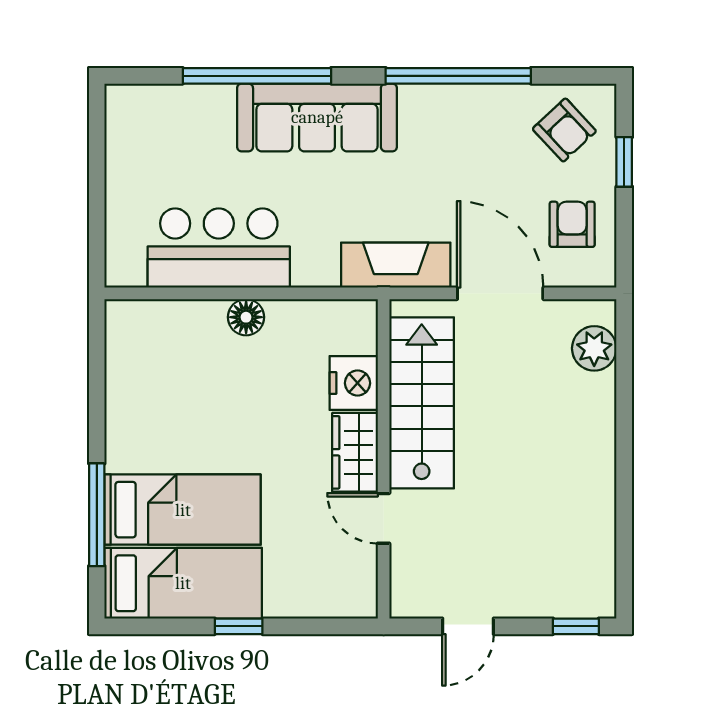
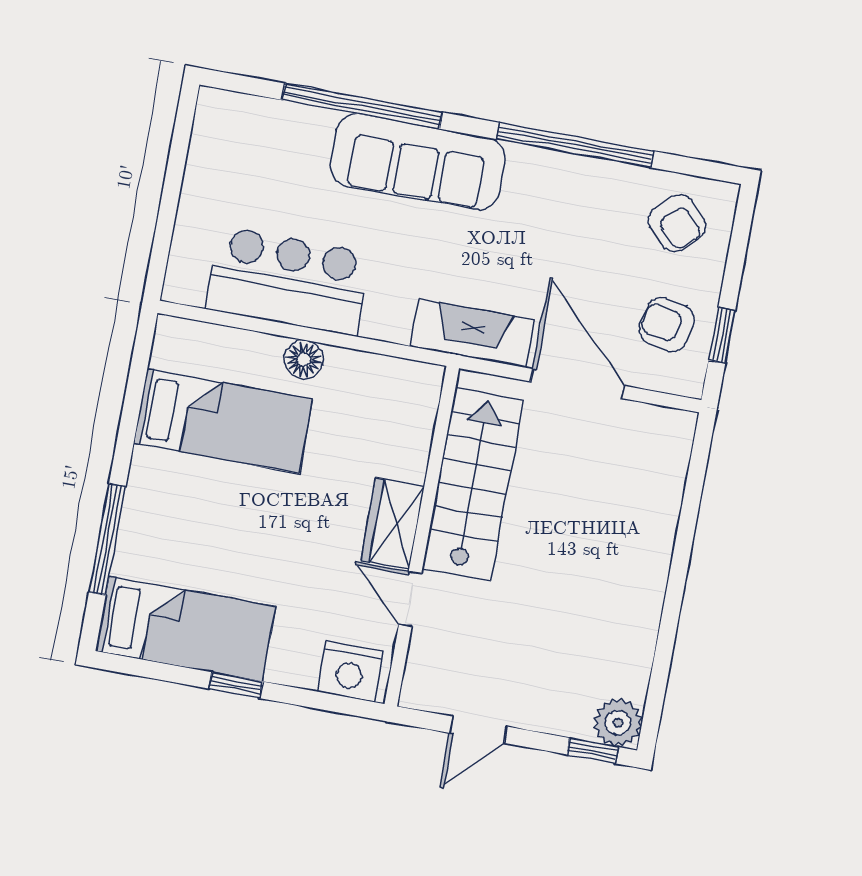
window: (624, 162) -> (722, 335), moved
armchair: (572, 224) -> (667, 324), turned -78
plant: (594, 348) -> (618, 723), moved
nightstand: (354, 383) -> (350, 671), moved, turned 90
bed: (183, 510) -> (223, 421), moved

